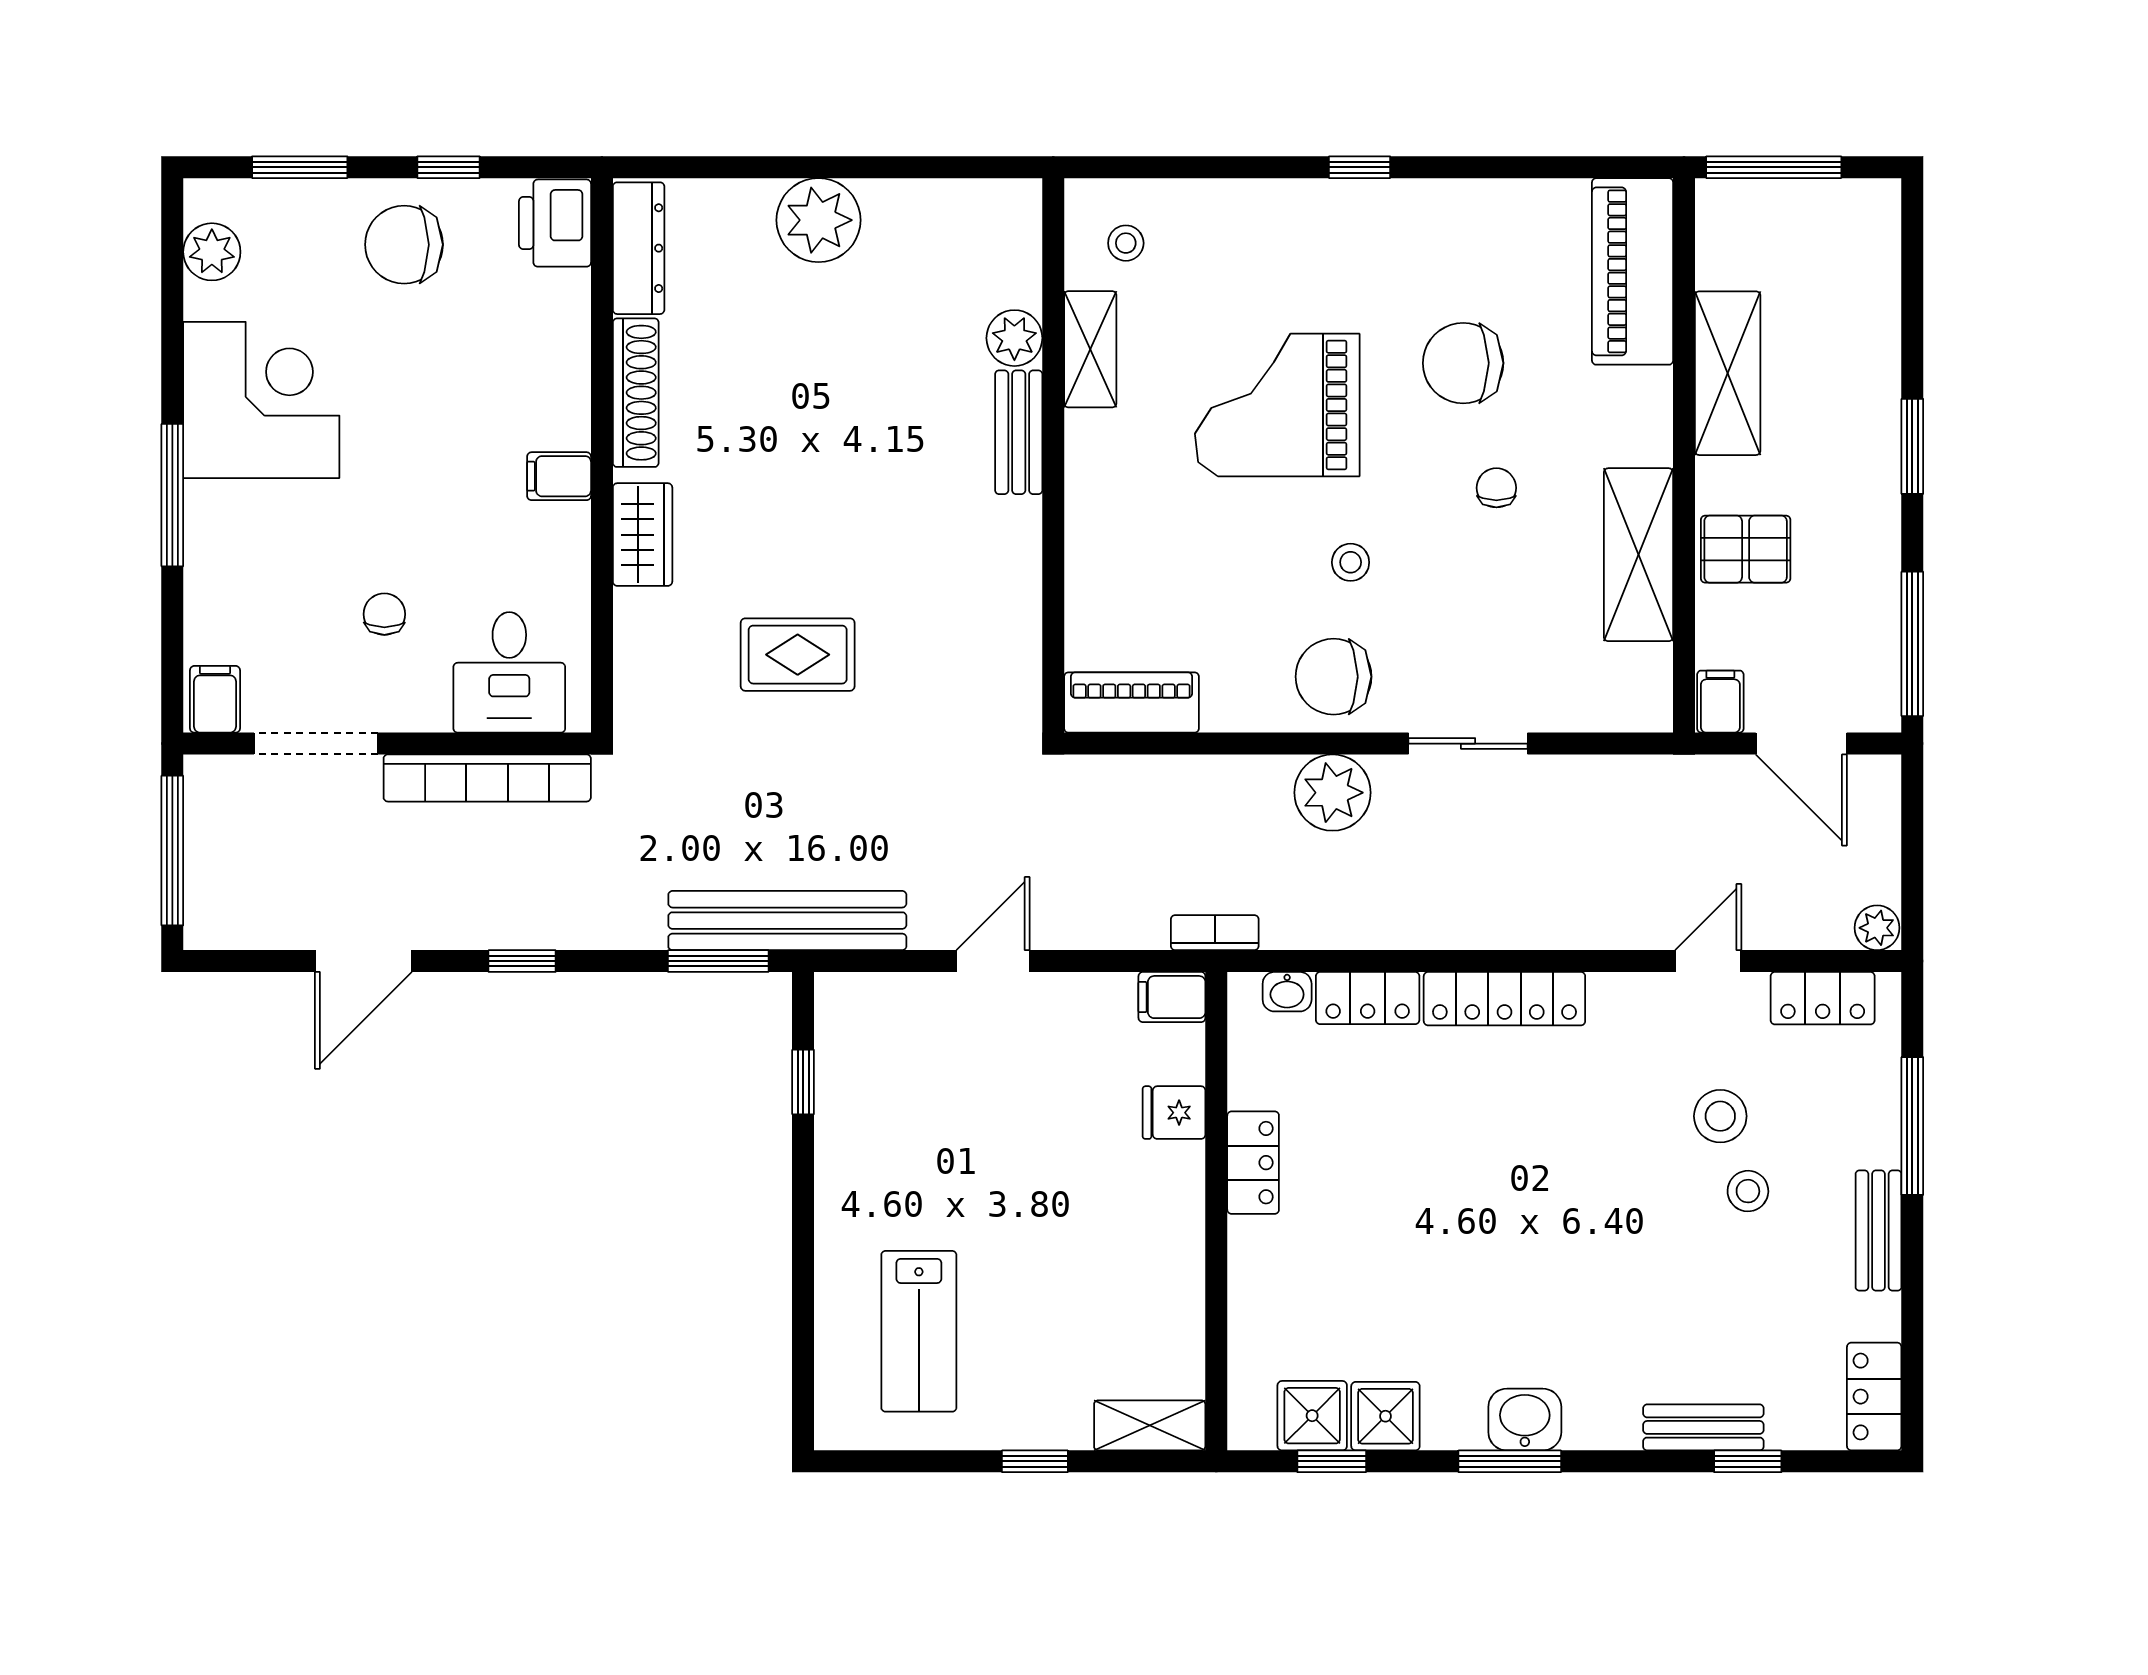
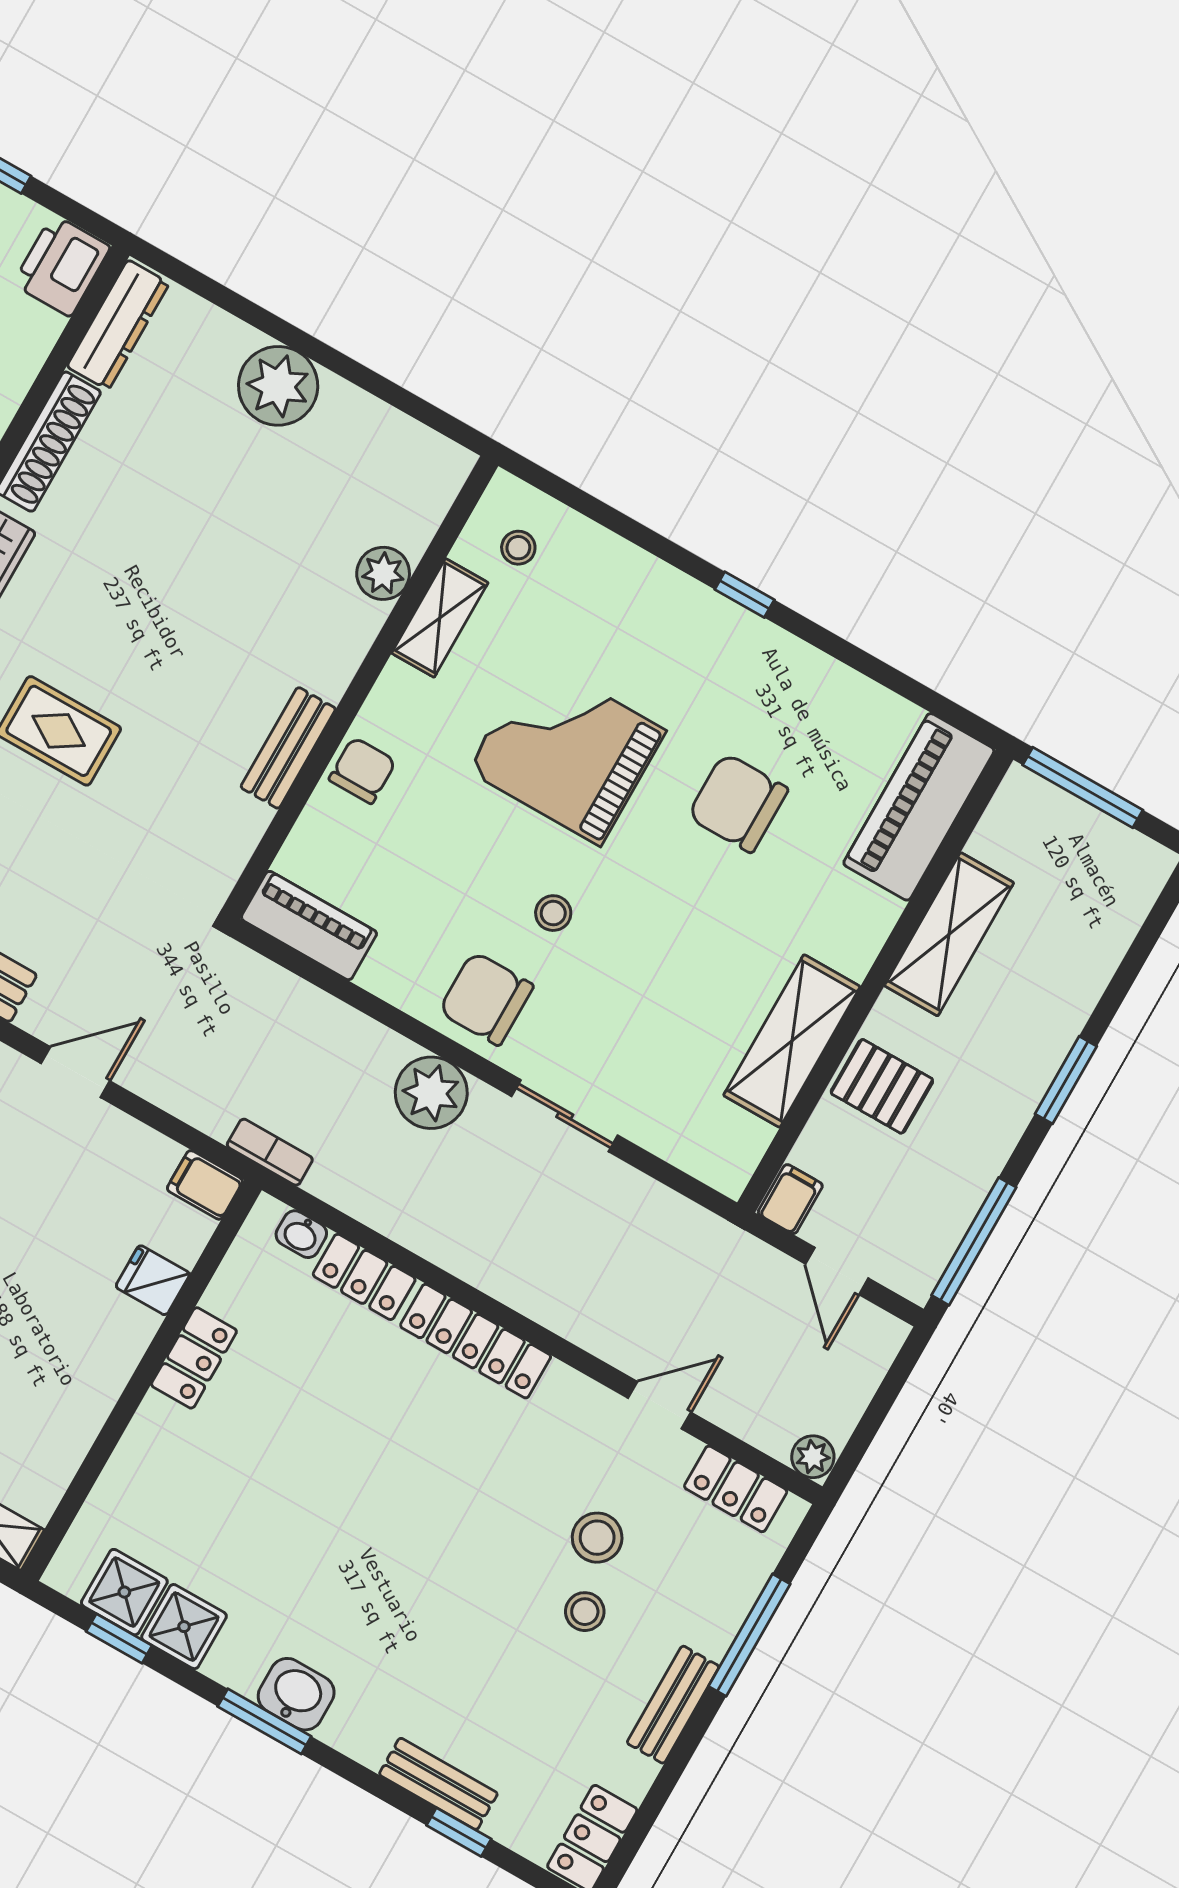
bench: (1019, 432) -> (288, 748), moved
chair: (1496, 488) -> (362, 770), moved, width x1.37, depth x1.37
door: (1801, 744) -> (837, 1271), width x0.73

